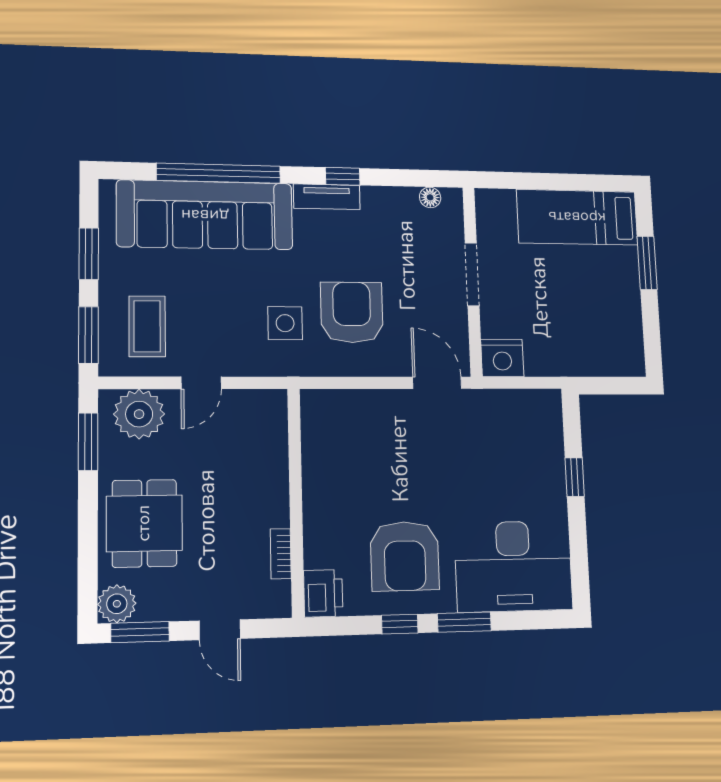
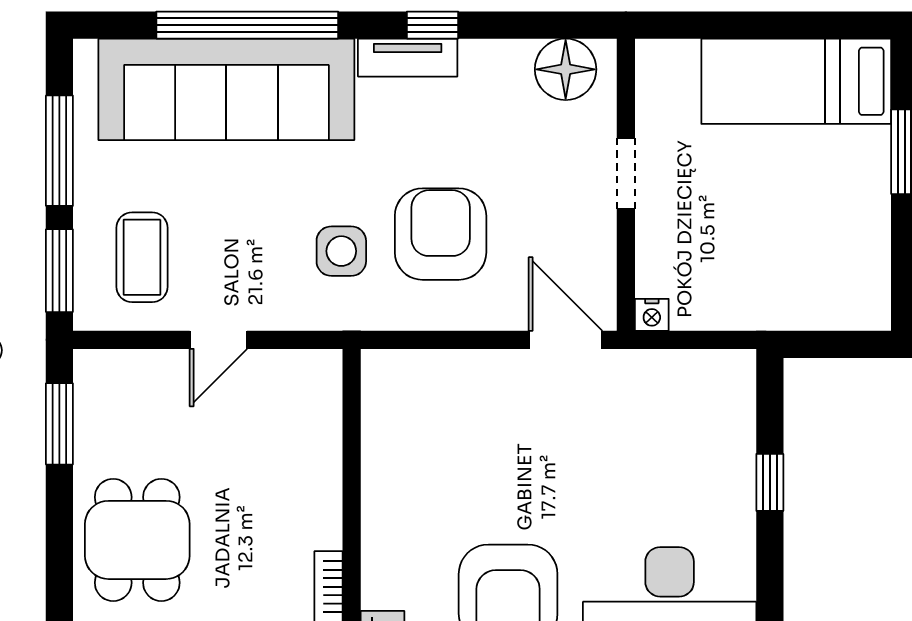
floor lamp: (430, 197) -> (566, 69), width x1.89, depth x1.89
window: (89, 254) -> (59, 151), width x1.44
doorway: (472, 274) -> (626, 174), width x0.73
nightstand: (502, 358) -> (652, 315), width x0.53, depth x0.56
plant: (139, 414) -> (130, 385), removed

